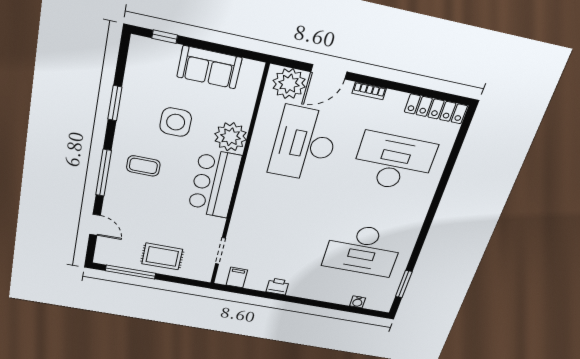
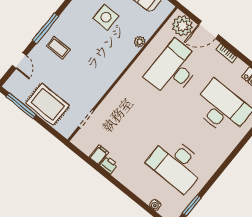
plant: (231, 137) -> (140, 42), width x0.53, depth x0.53
coffee table: (143, 166) -> (58, 48), moved
bar counter: (214, 184) -> (107, 69), removed
rug: (162, 256) -> (48, 104), width x1.36, depth x1.43
filing cabinet: (237, 277) -> (99, 155), moved

